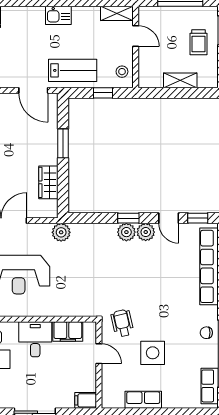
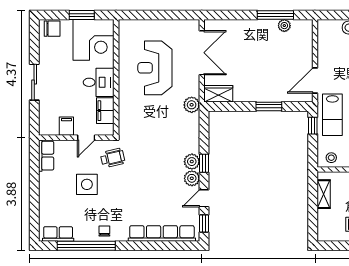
shelving: (180, 80) -> (324, 194), moved
window: (103, 93) -> (313, 126), moved
wardrobe: (48, 182) -> (218, 94), moved
filing cabinet: (86, 400) -> (66, 126), moved
row of seats: (143, 400) -> (46, 156), moved

